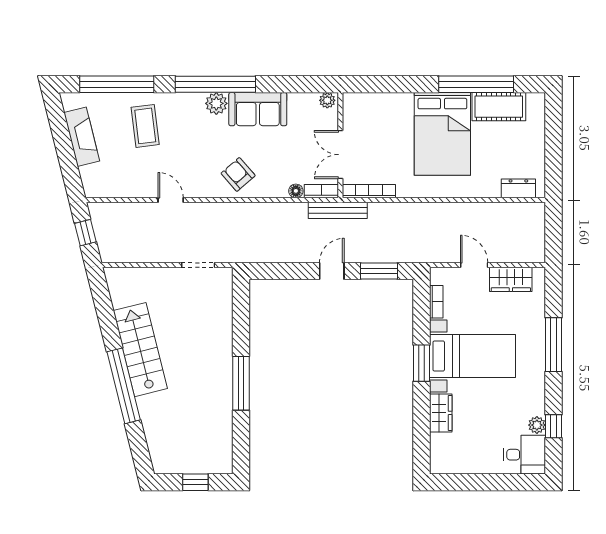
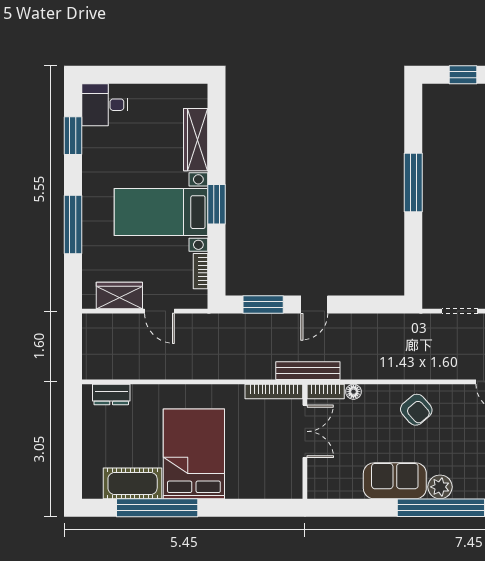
plant: (327, 100) -> (319, 490), removed
wardrobe: (441, 413) -> (196, 140), width x1.50
plant: (537, 425) -> (91, 137), removed
window: (554, 426) -> (73, 136), width x1.50

